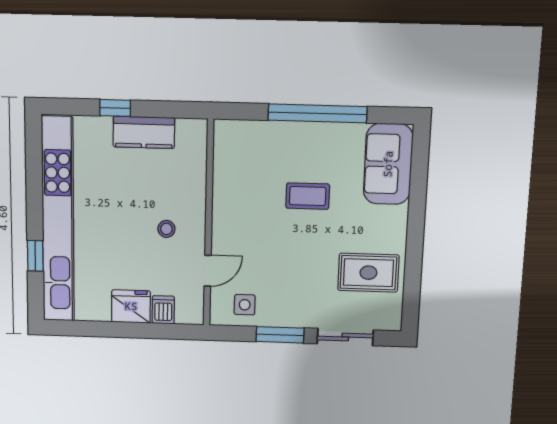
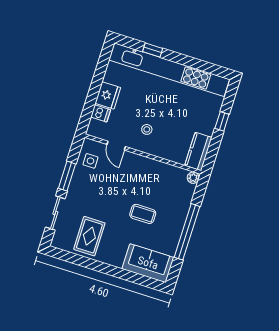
plant: (223, 129) -> (193, 178), added
kitchen counter: (144, 132) -> (198, 151), moved
coffee table: (308, 196) -> (143, 214), turned 90

